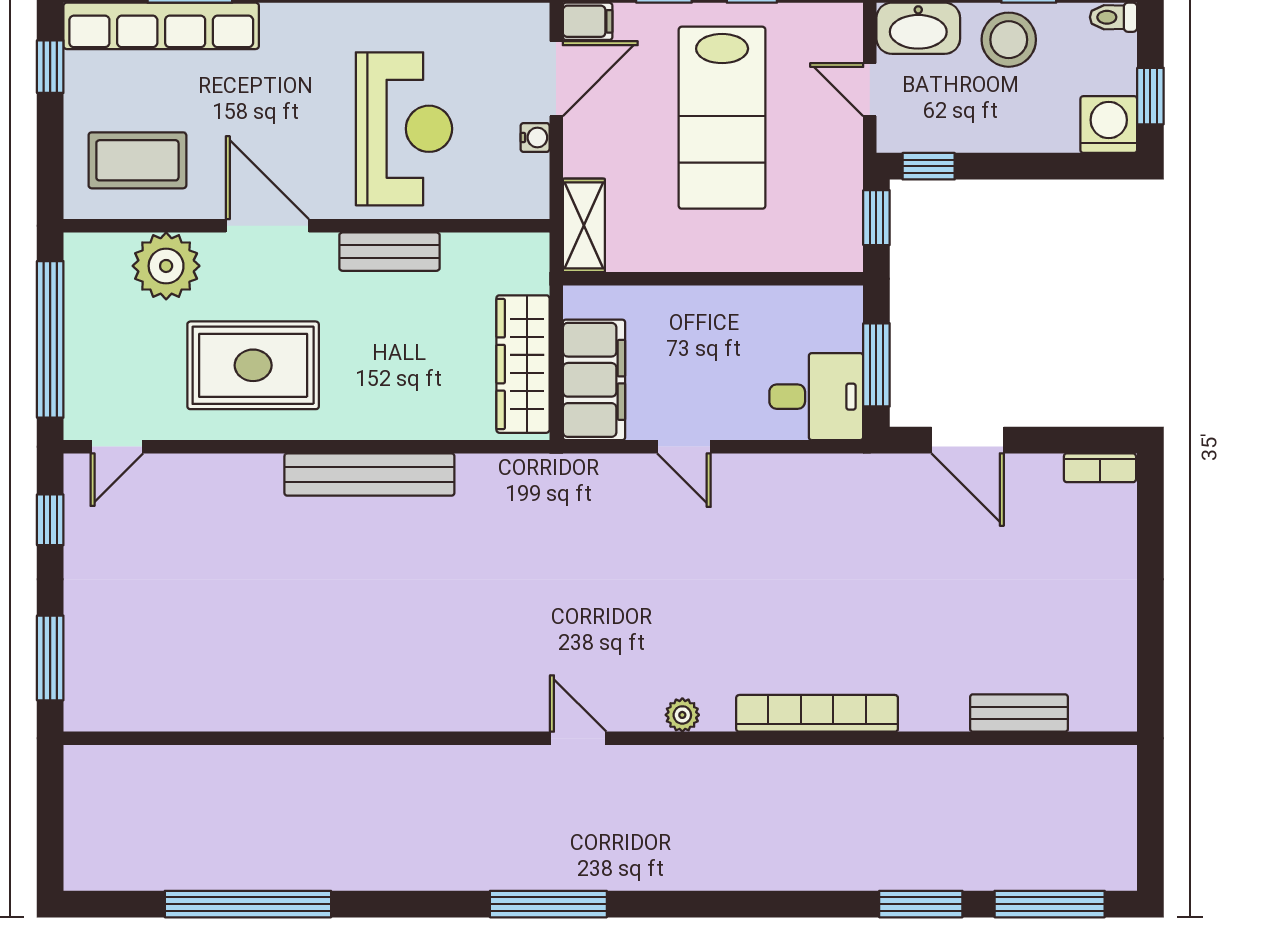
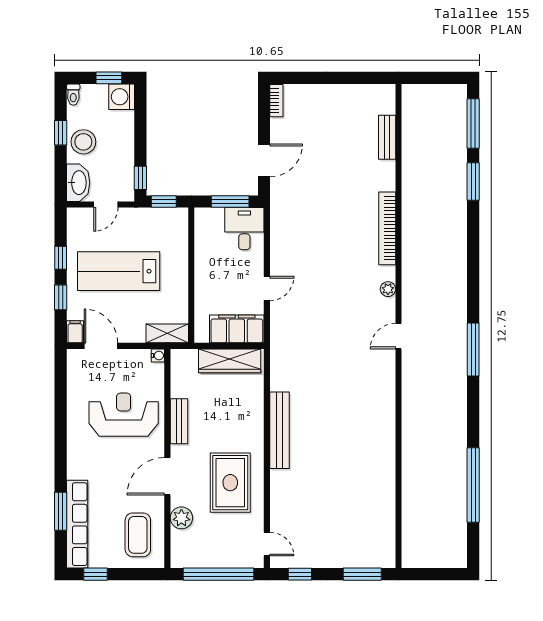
lab bench: (722, 118) -> (119, 271), turned 180
water cooler: (535, 138) -> (158, 355), moved, turned 90
plant: (166, 266) -> (181, 518), width x0.73, depth x0.73

